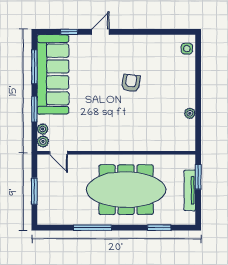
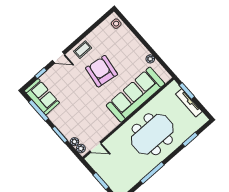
door: (100, 32) -> (59, 57), swing flipped
coffee table: (131, 45) -> (83, 50), added
sofa: (53, 74) -> (42, 97), width x0.54, depth x0.79
armchair: (131, 83) -> (101, 71), width x1.88, depth x1.88
sofa: (144, 136) -> (135, 95), added
meeting table: (126, 190) -> (152, 134), width x0.73

